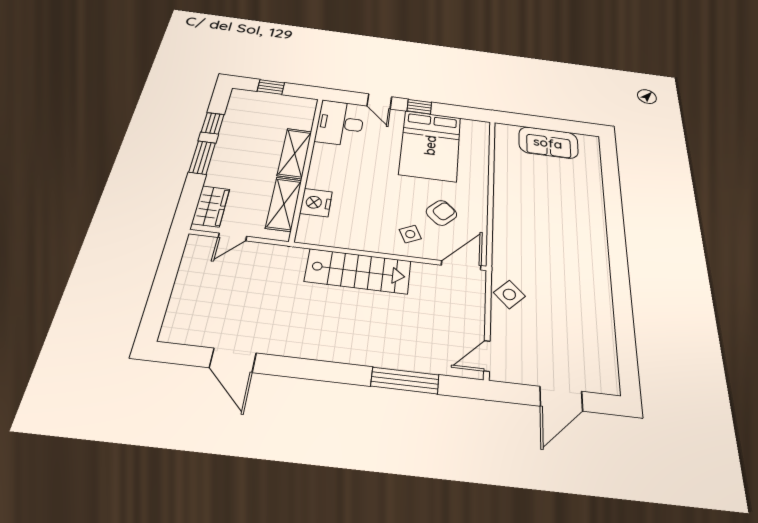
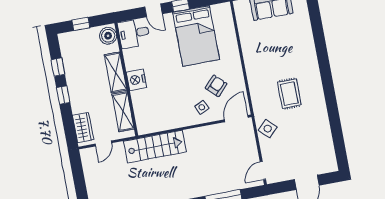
boiler: (303, 110) -> (108, 36), added
desk: (340, 123) -> (134, 33), width x0.73
window: (202, 157) -> (63, 95), width x0.67
nightstand: (316, 203) -> (136, 80), moved
rug: (555, 256) -> (289, 94), added
stairs: (358, 271) -> (155, 147), moved

